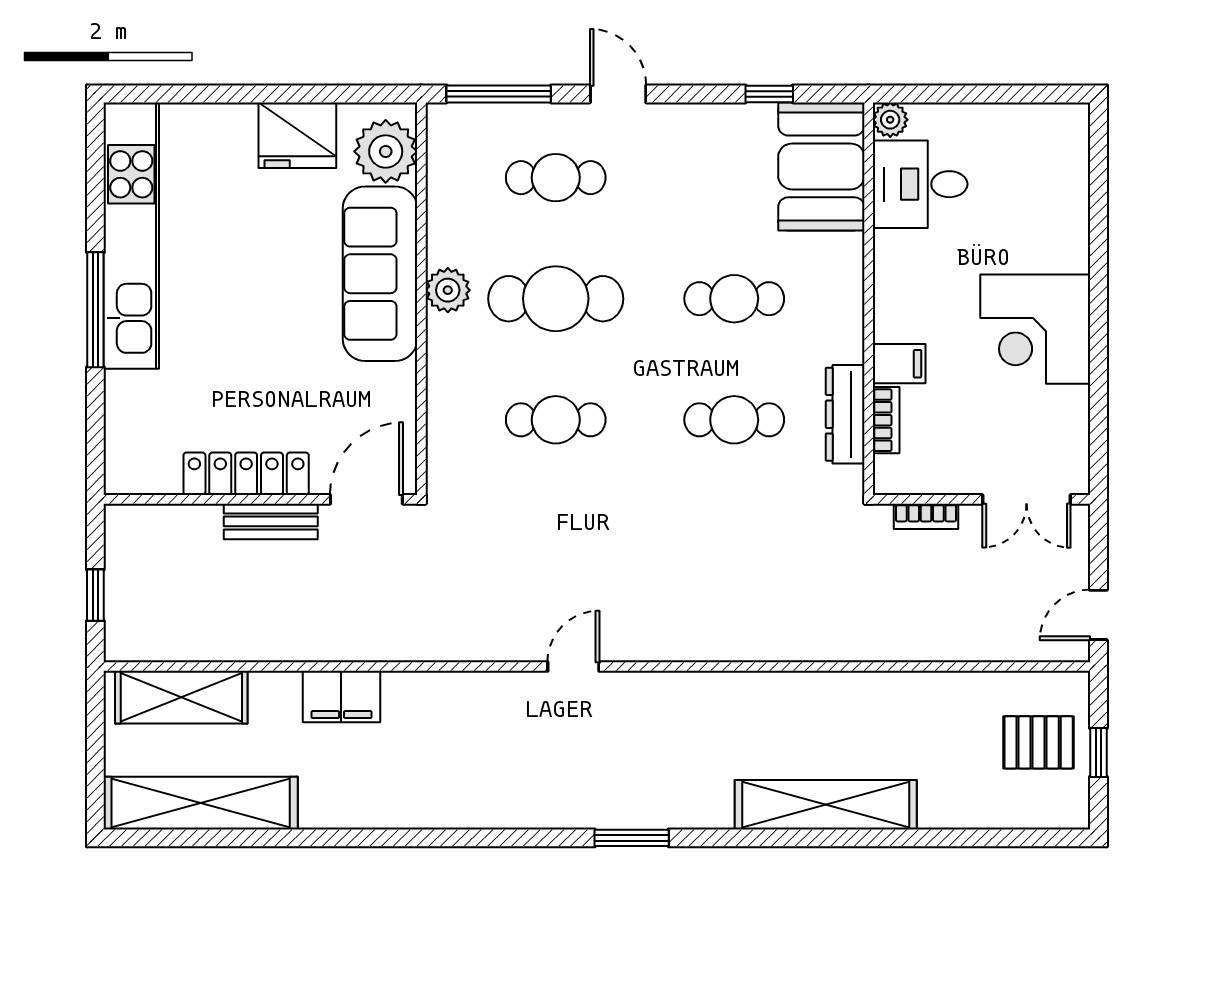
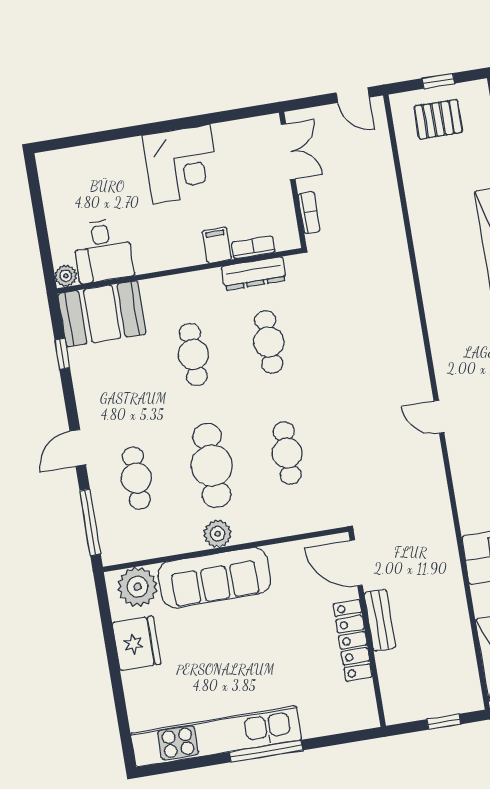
pallet: (1039, 742) -> (438, 119), turned 90

